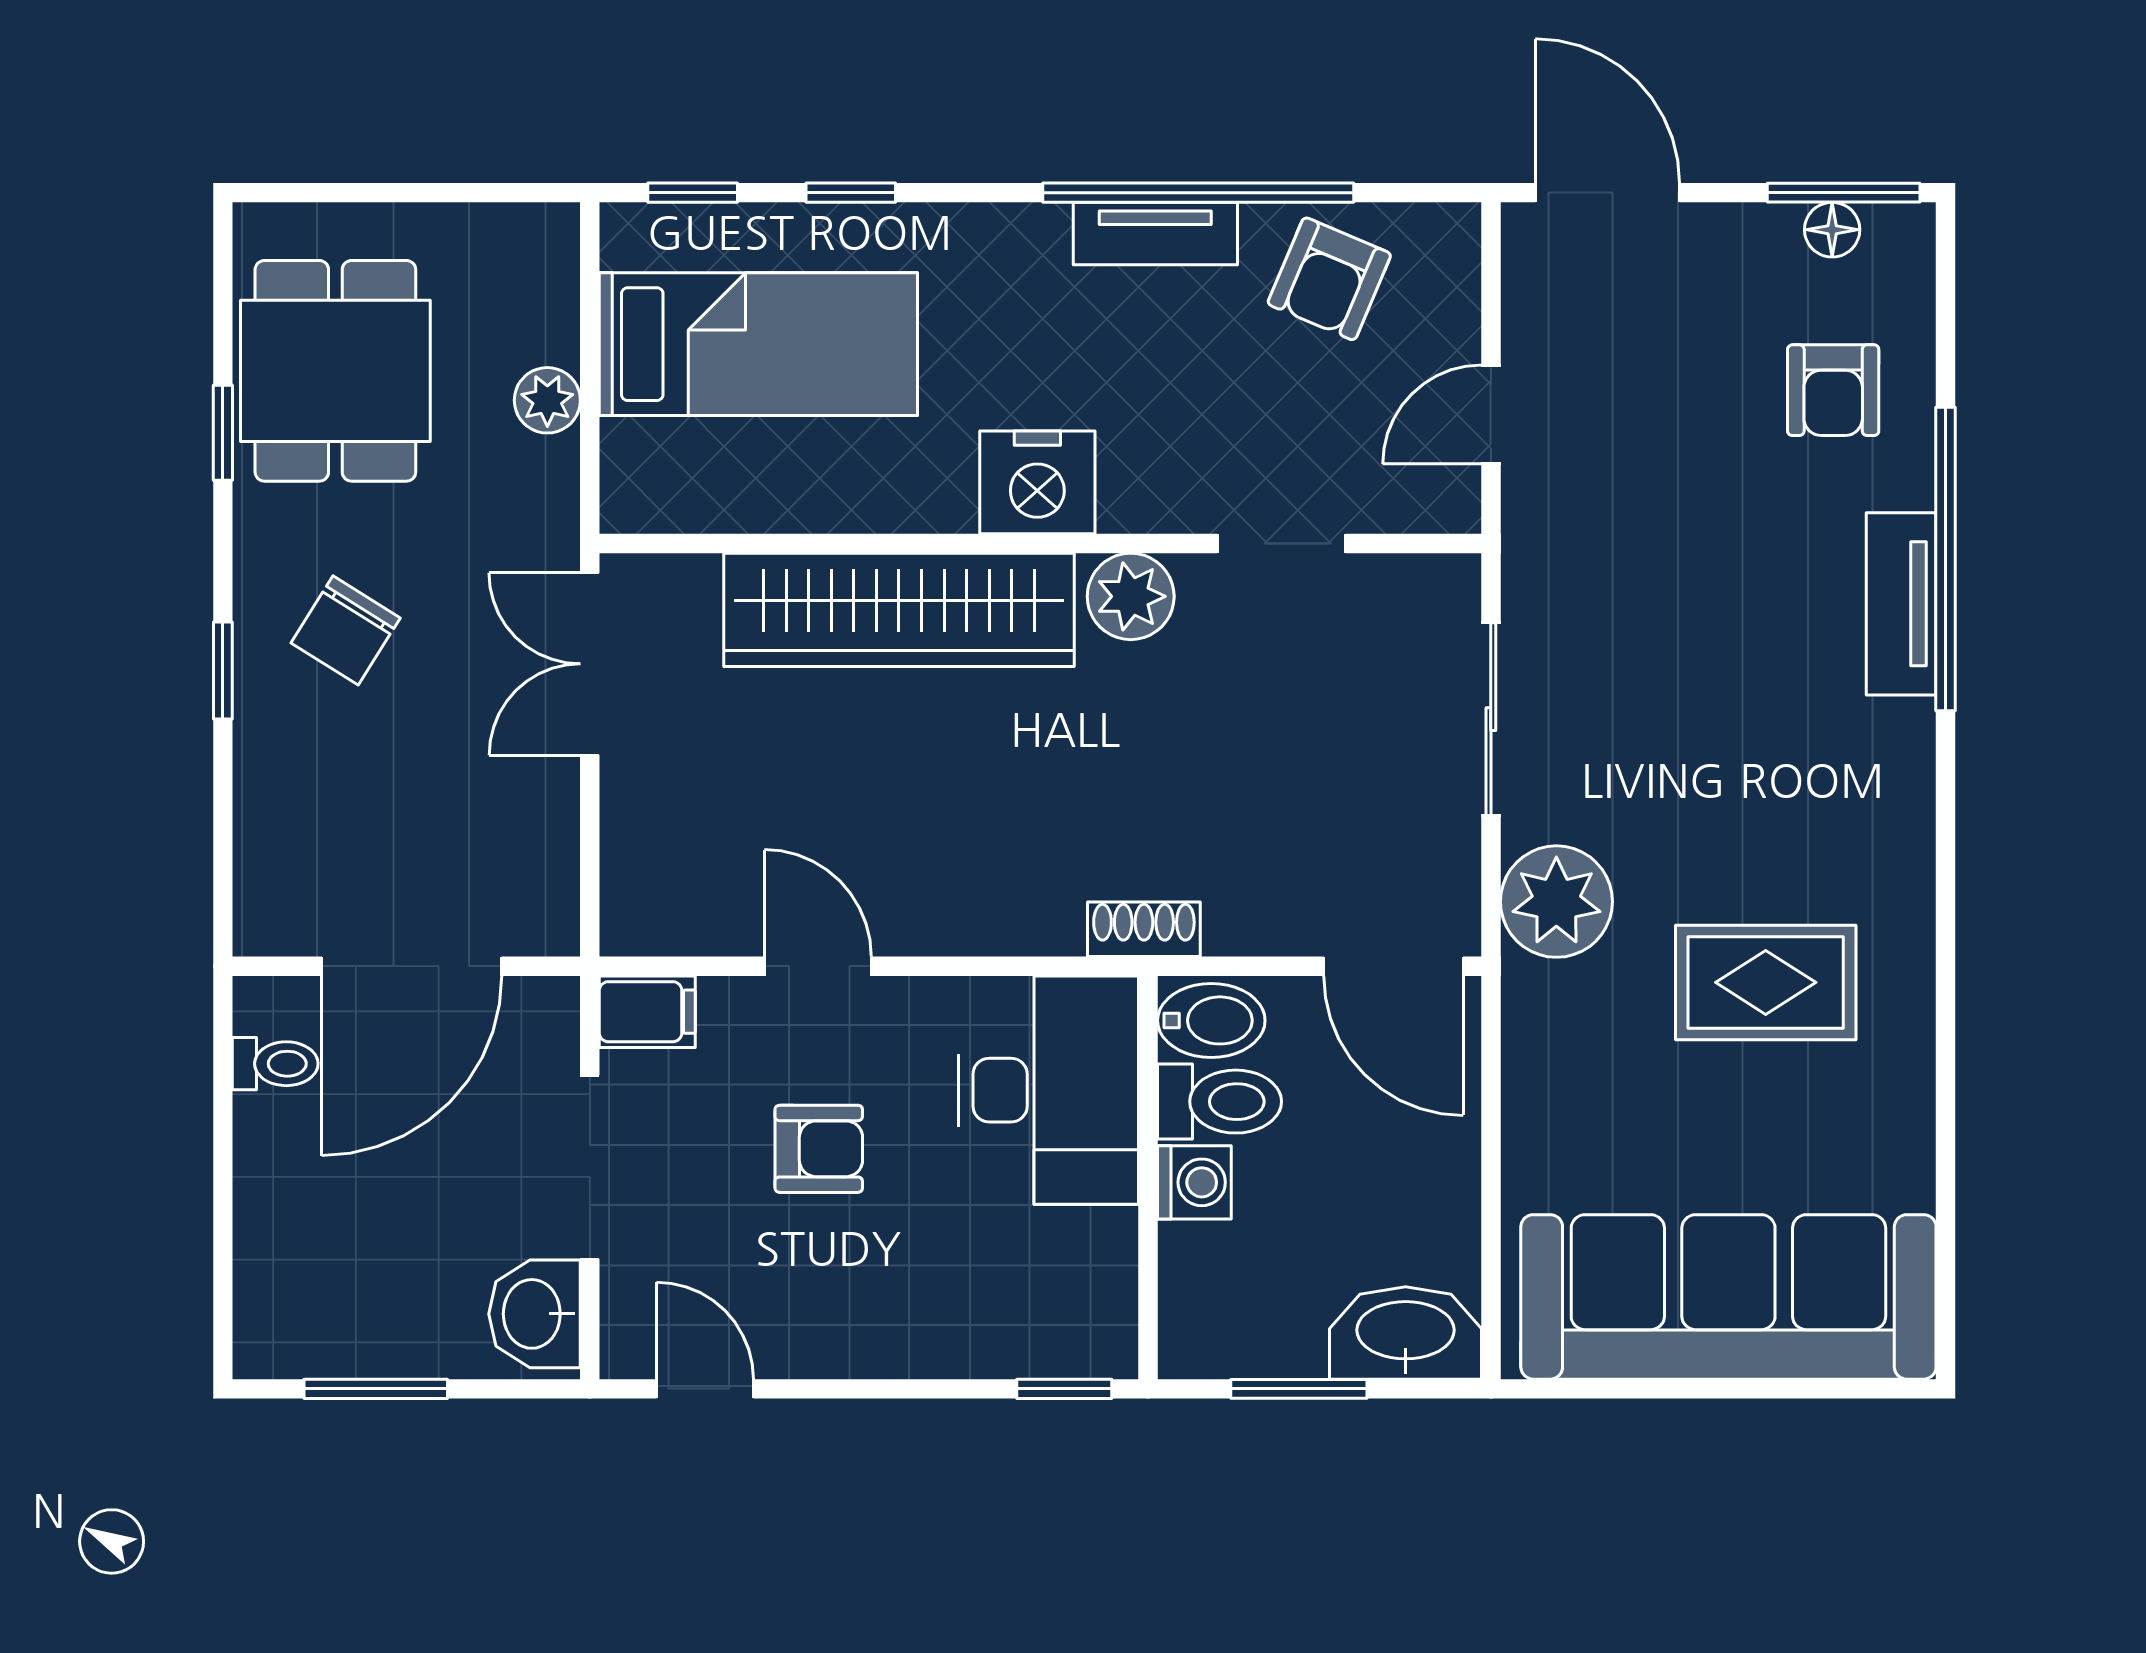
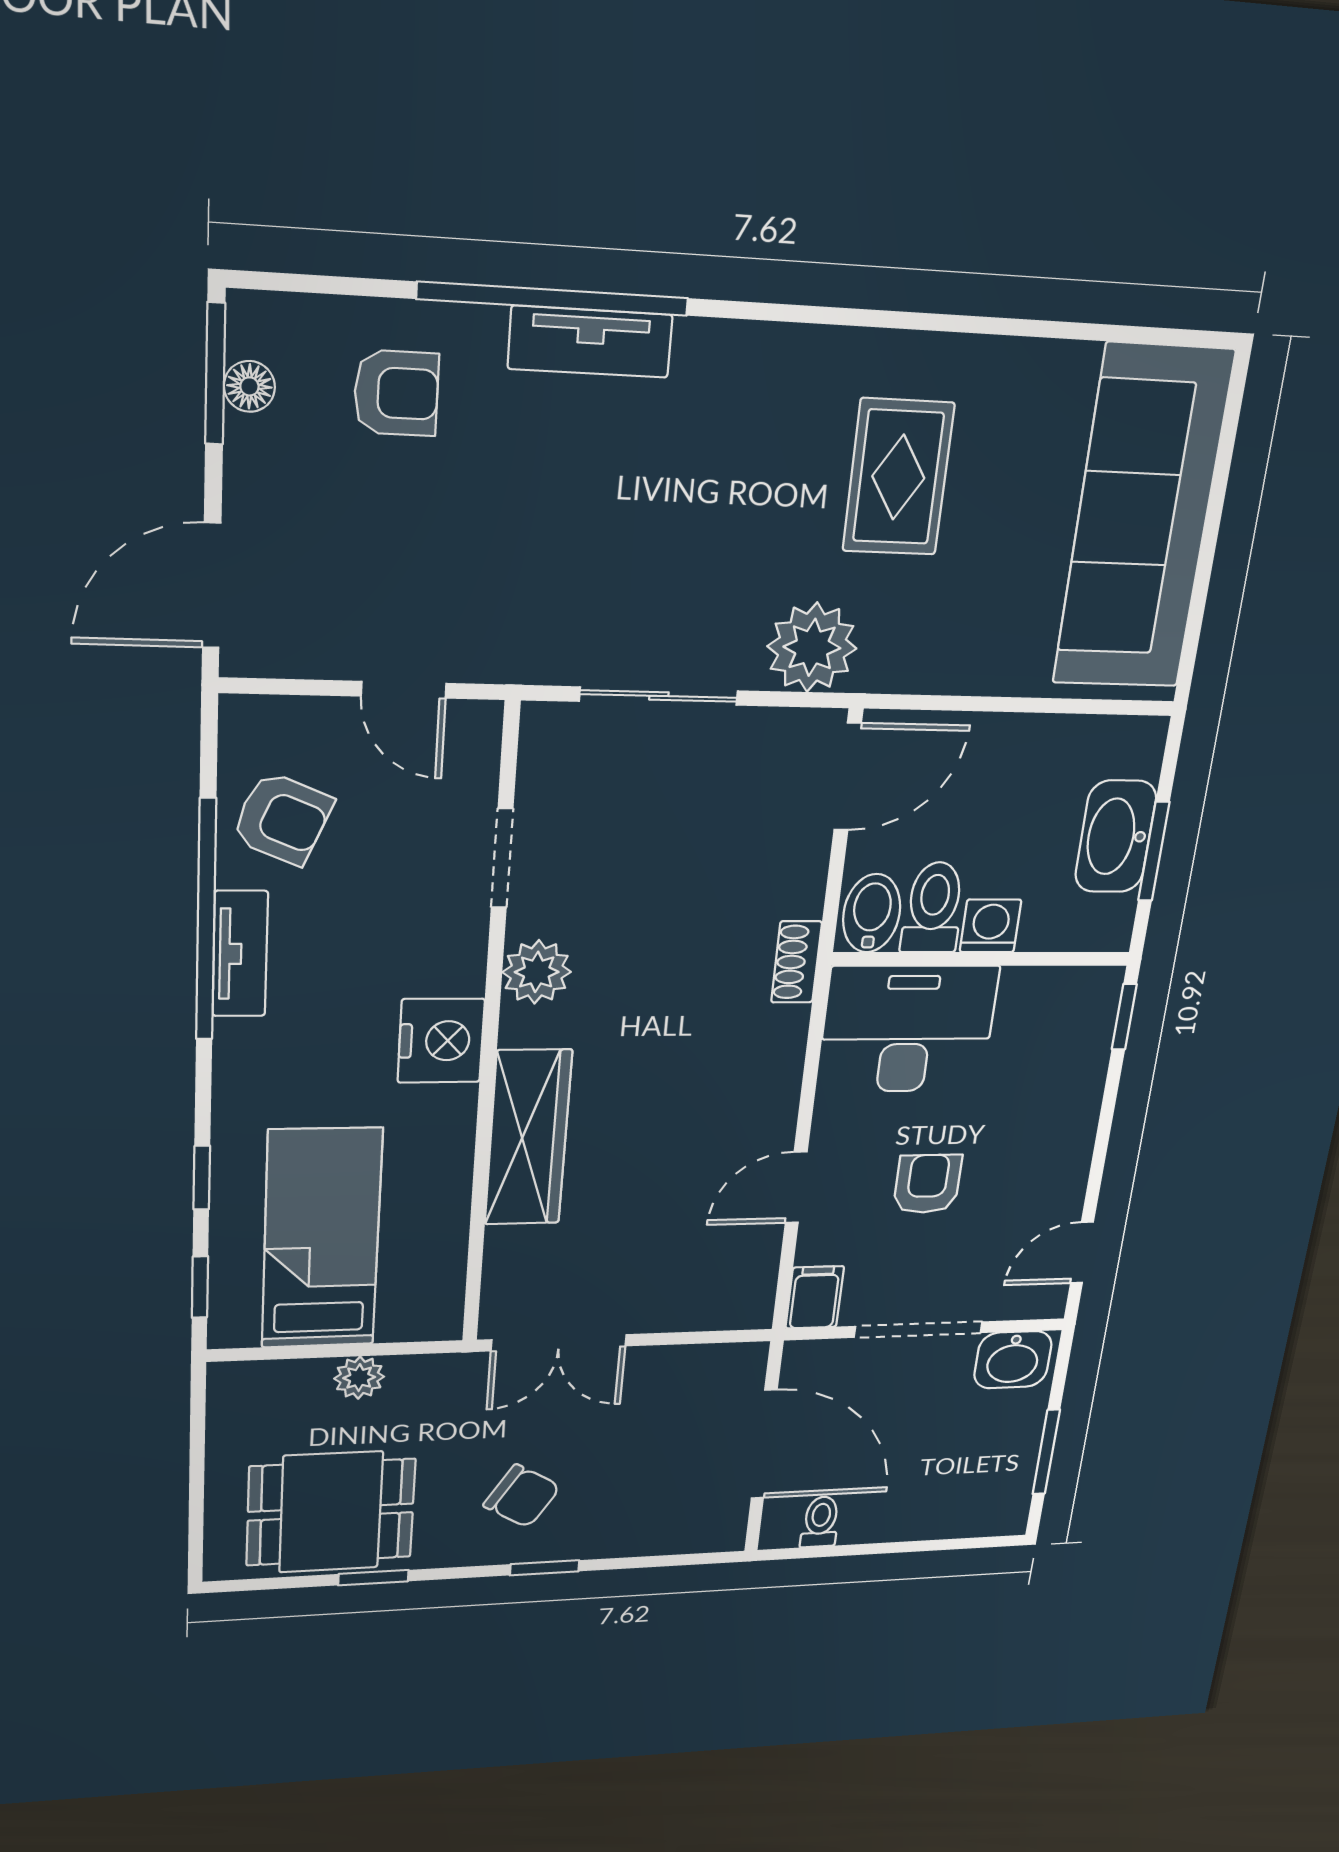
wardrobe: (899, 610) -> (528, 1138), width x0.71, depth x0.85
washbasin: (1406, 1333) -> (1116, 836), moved

